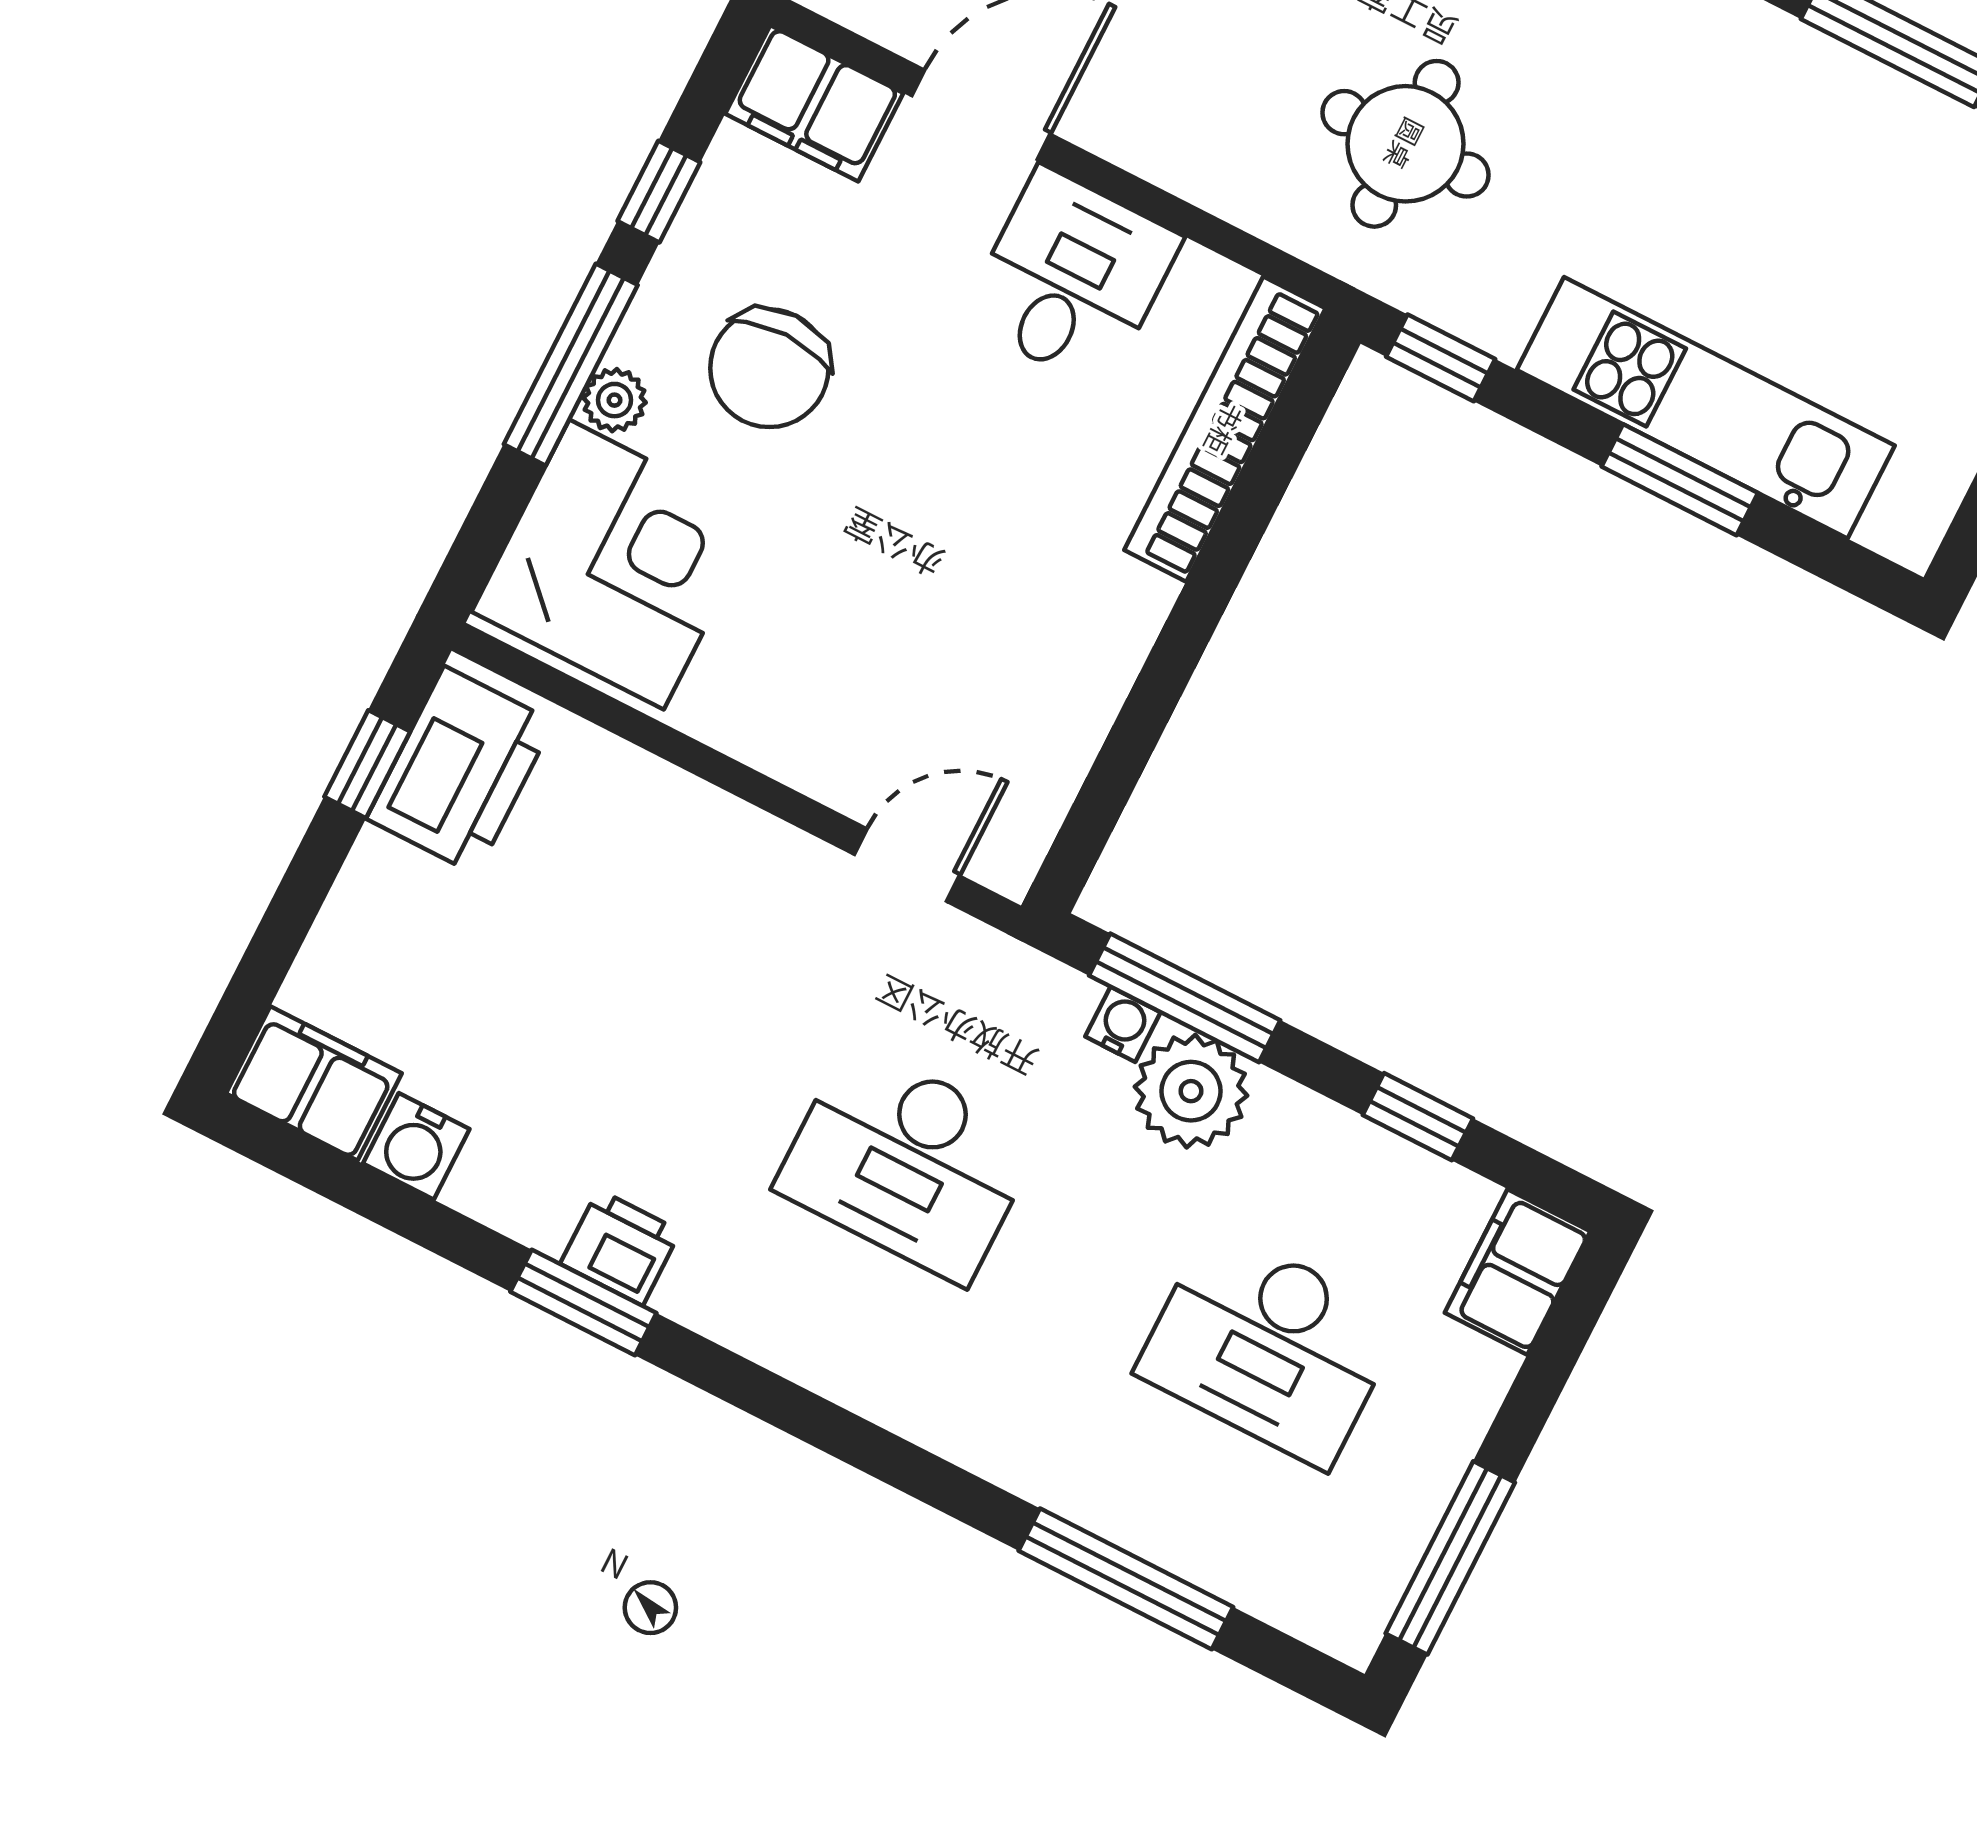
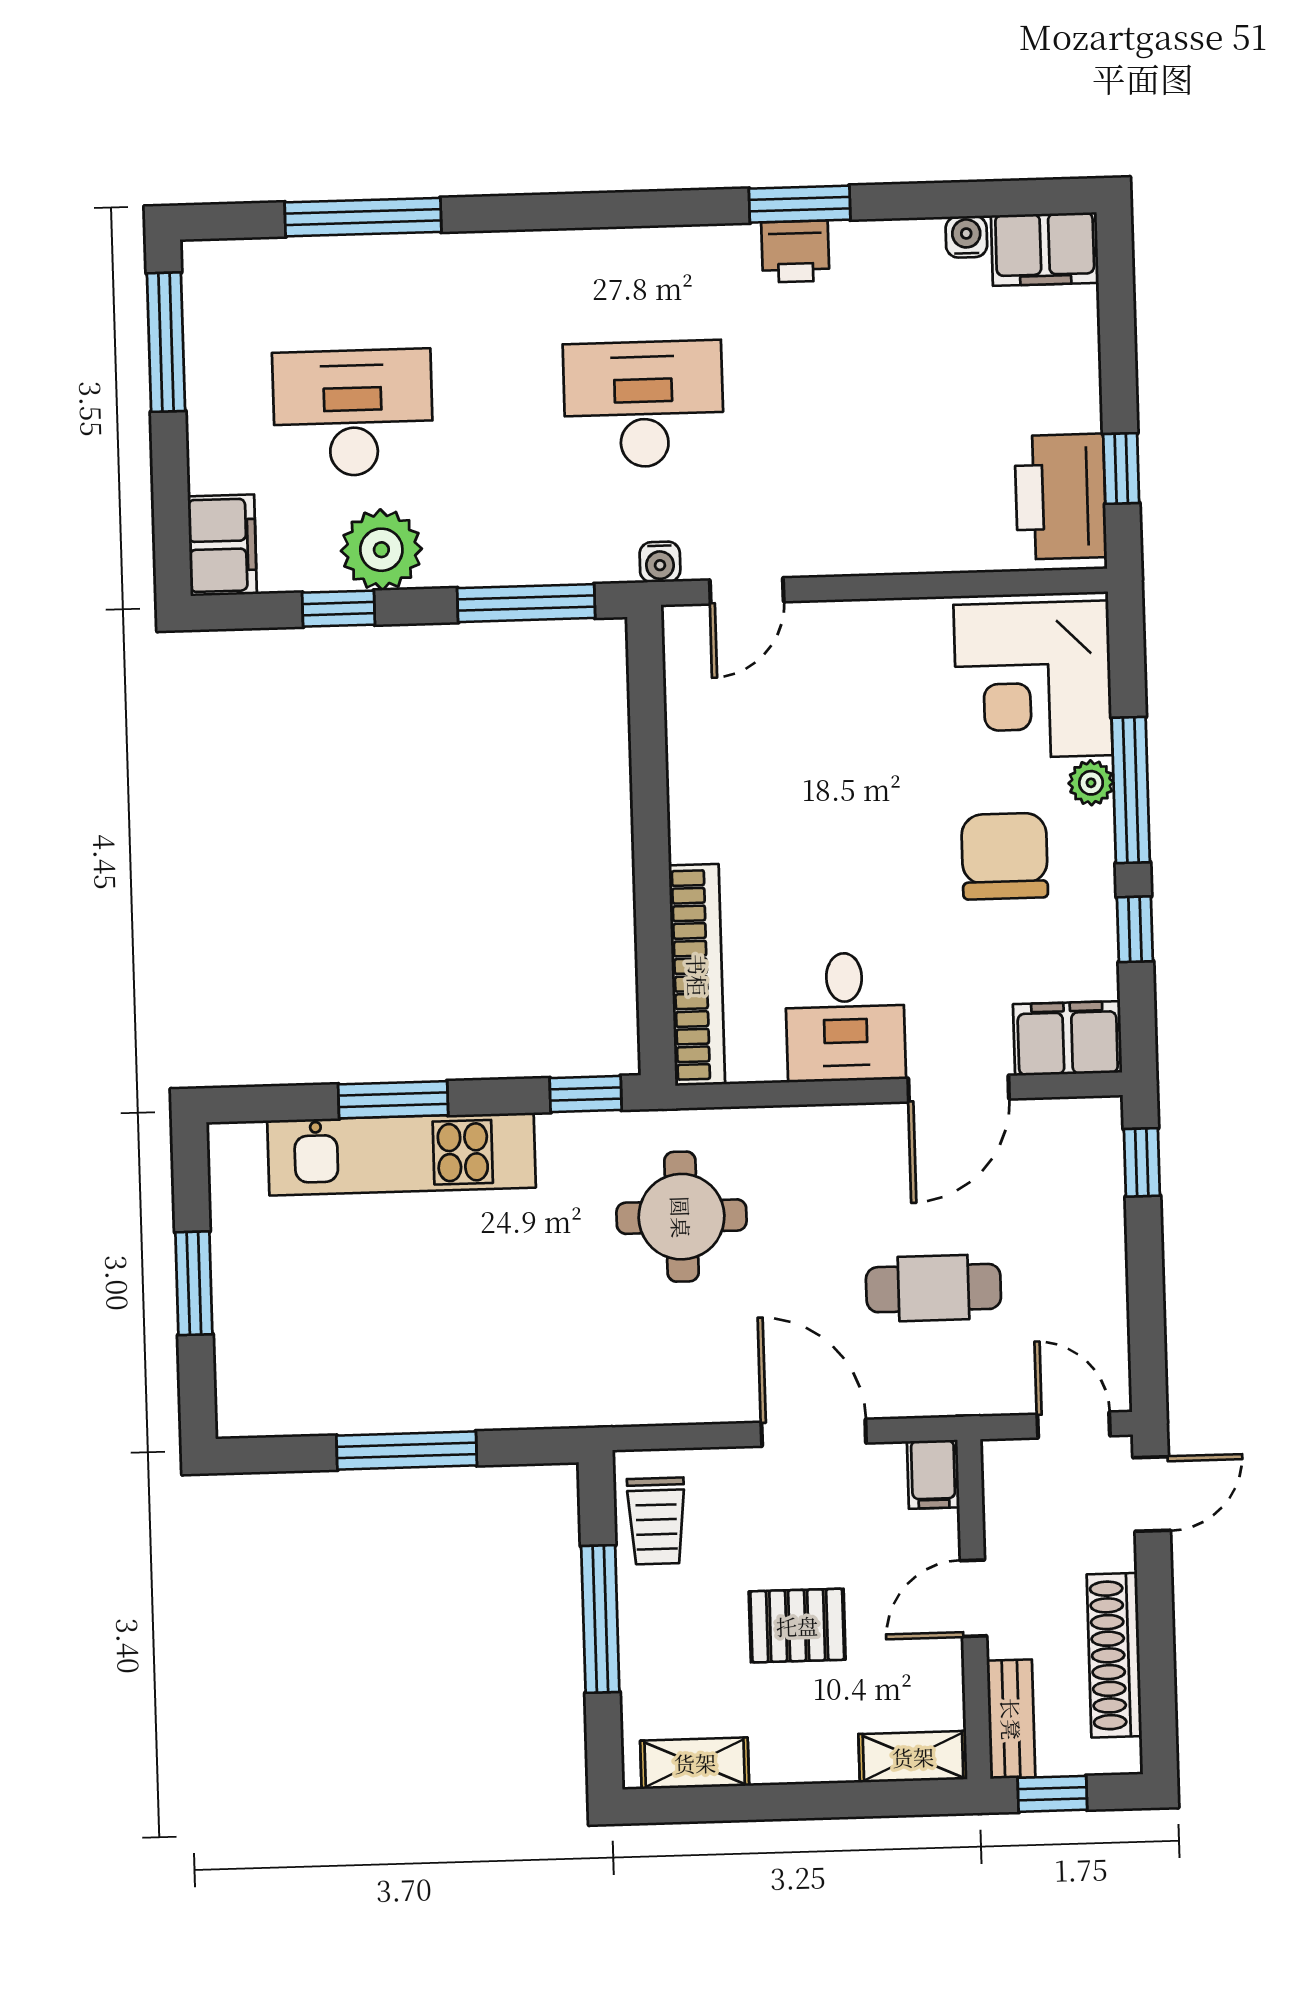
water cooler: (1123, 1024) -> (660, 562), moved
plant: (1191, 1091) -> (381, 550), moved
water cooler: (416, 1146) -> (966, 237), width x0.72, depth x0.72

